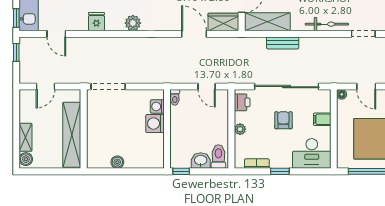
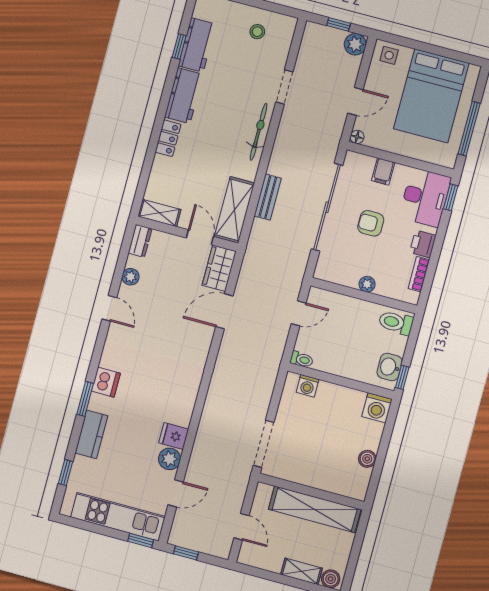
plant: (133, 23) -> (170, 459), moved
printer: (242, 102) -> (423, 244), moved, turned -90
washing machine: (155, 124) -> (377, 408), moved
washbasin: (201, 160) -> (390, 367), moved
window: (280, 171) -> (451, 197), moved

